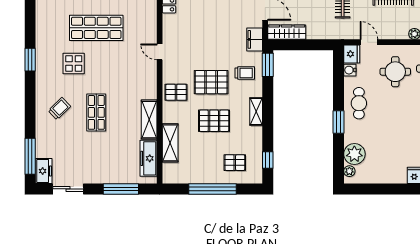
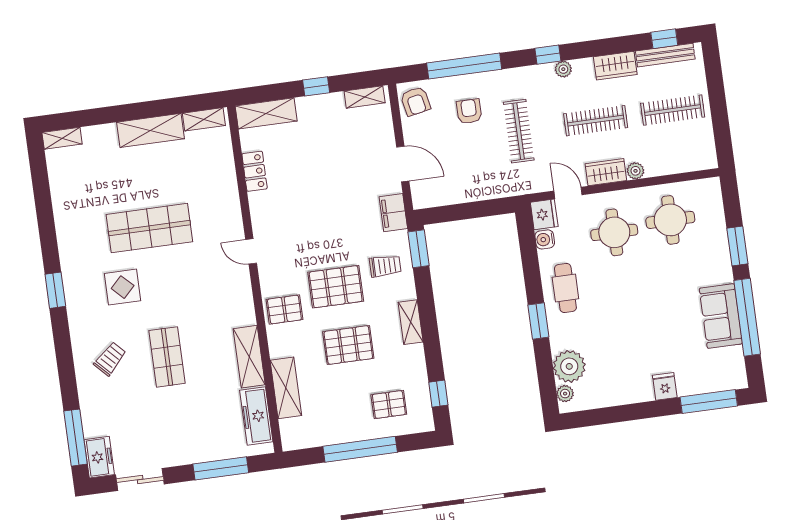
wardrobe: (287, 32) -> (606, 172), moved, width x0.67

